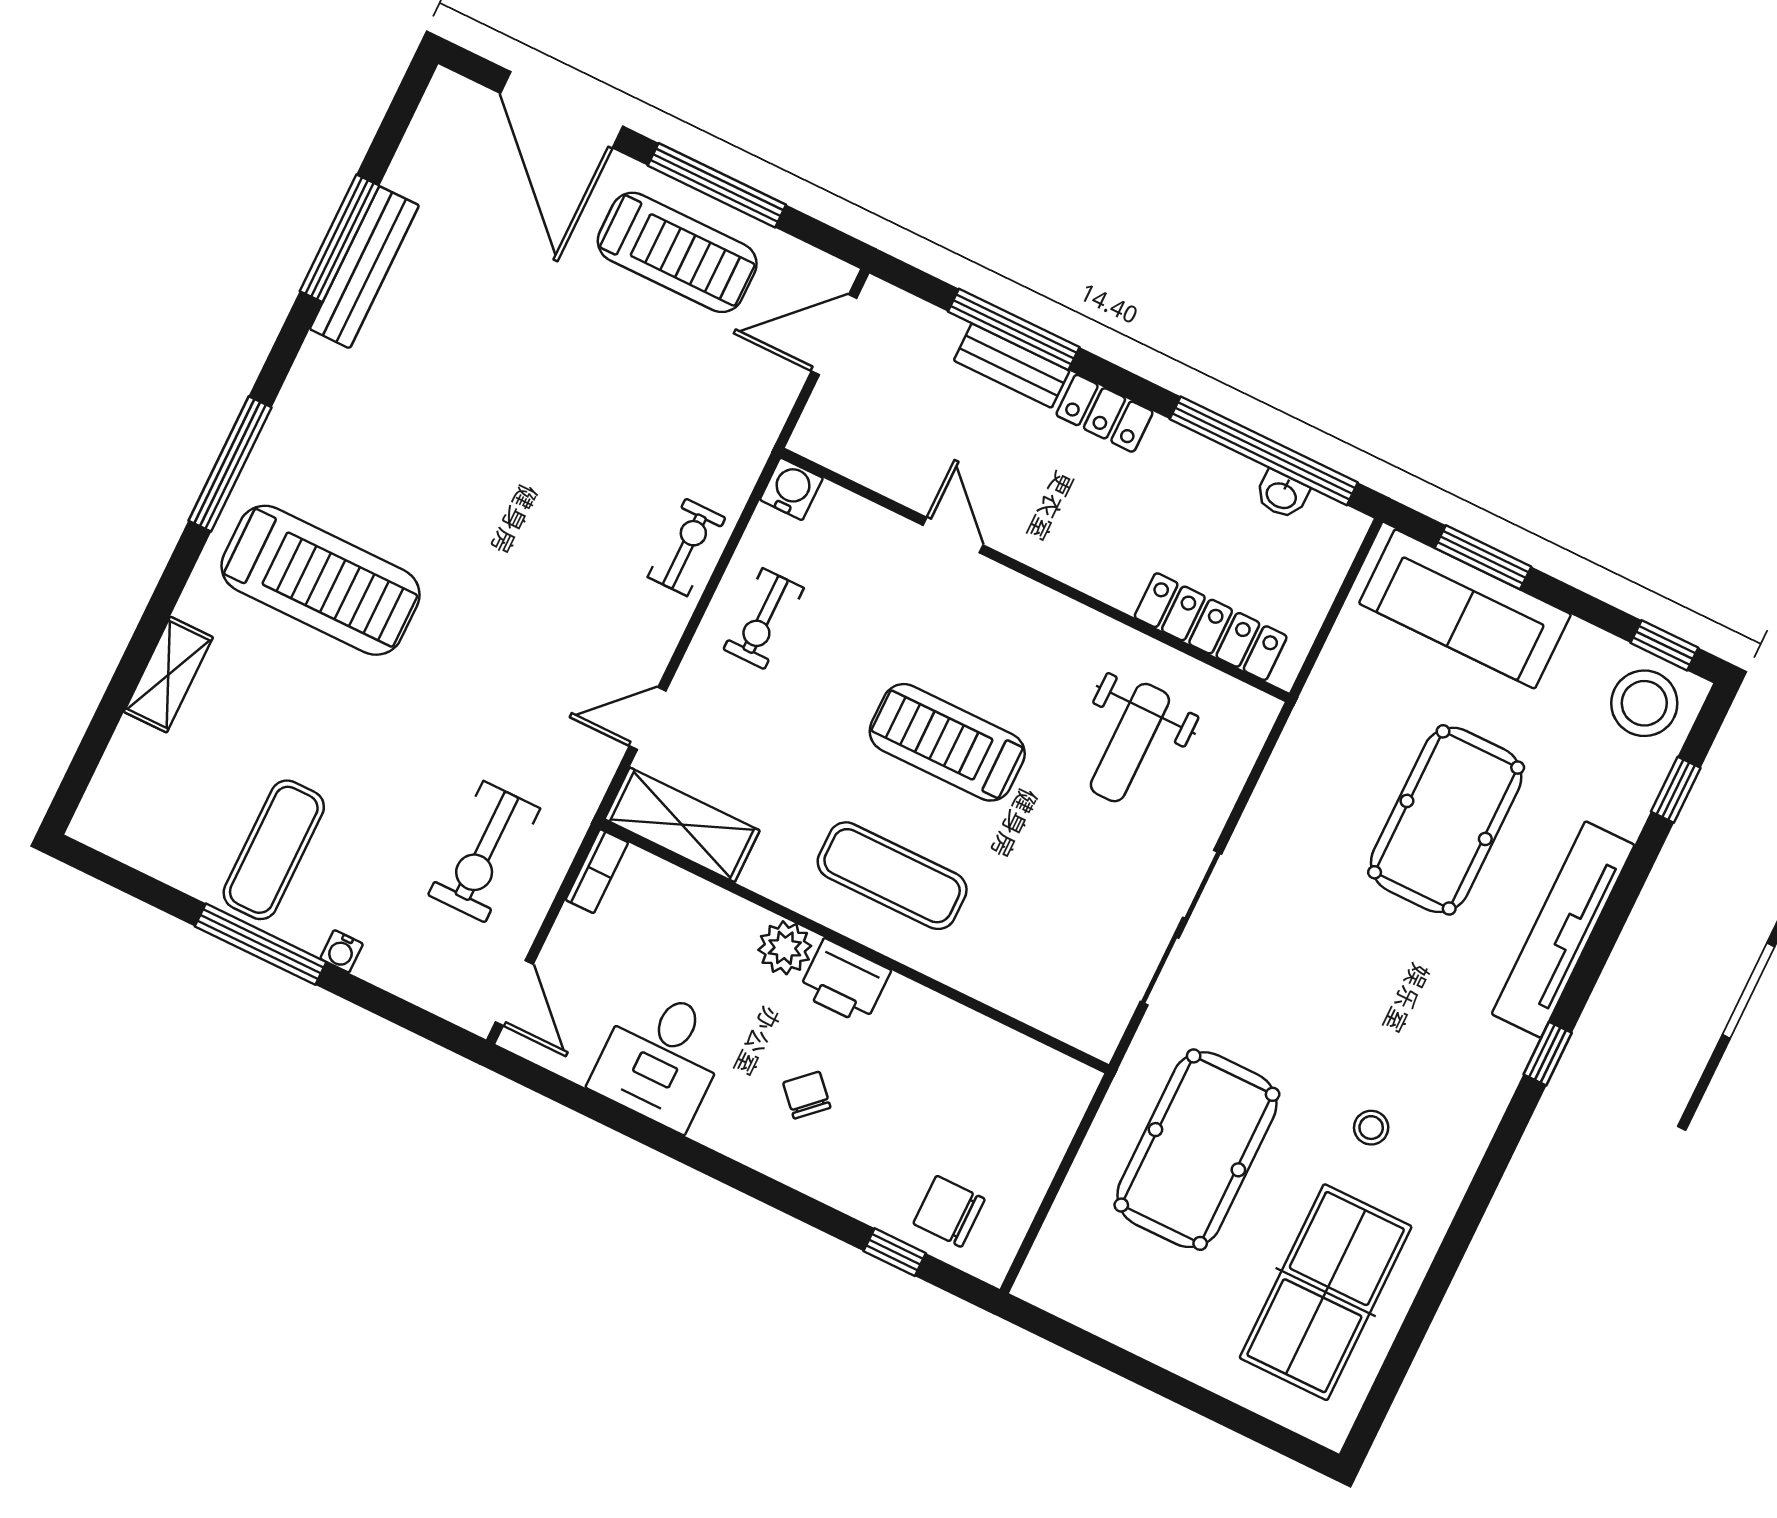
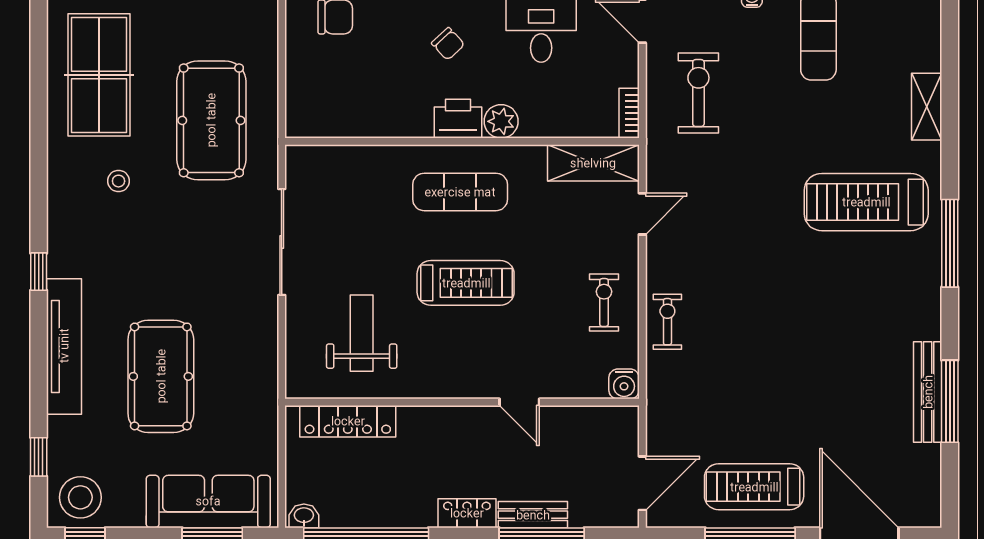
washbasin: (1282, 495) -> (304, 516), moved
exercise bike: (686, 547) -> (667, 322), turned 180

